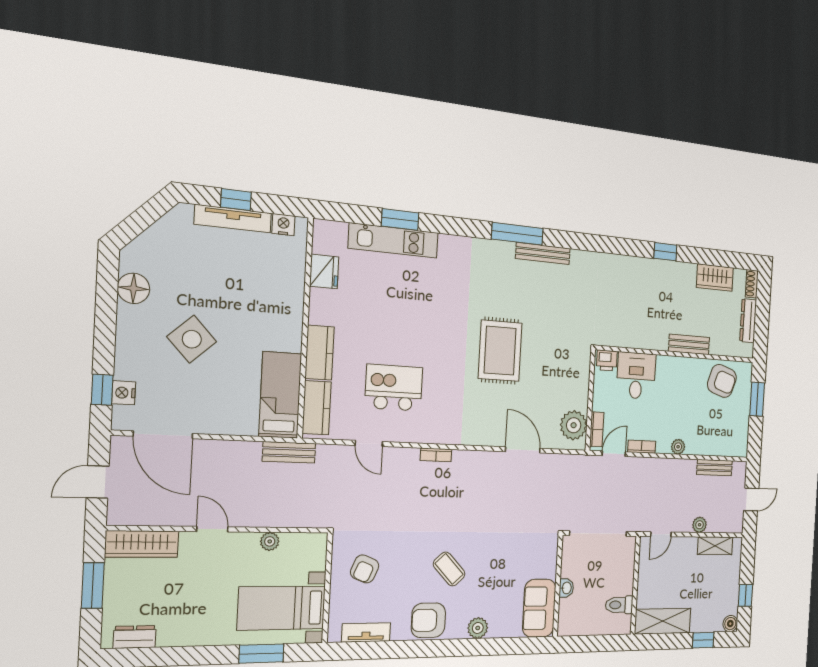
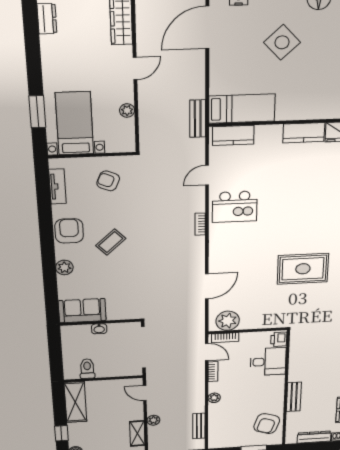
rug: (500, 351) -> (303, 269), moved
kitchen counter: (320, 353) -> (304, 133), moved
kitchen island: (394, 388) -> (235, 207), moved, turned 90

